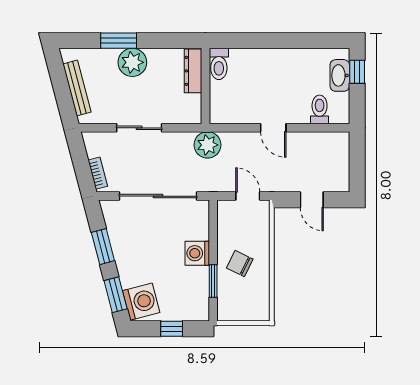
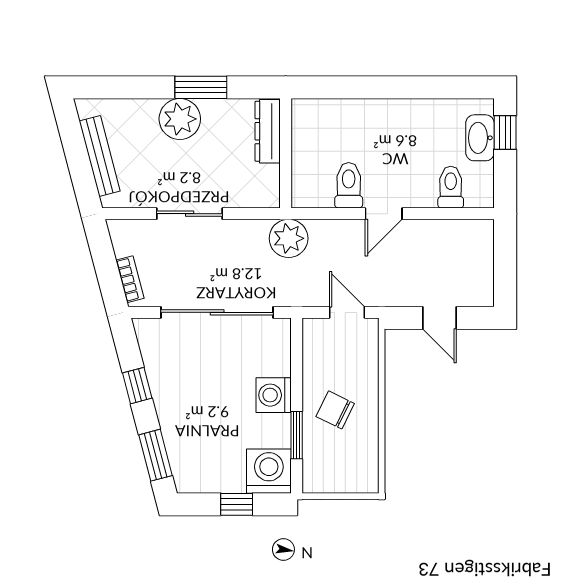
window: (119, 41) -> (201, 87), moved
toilet: (219, 64) -> (349, 185), moved, turned 180
door: (273, 128) -> (384, 214), hinge flipped
window: (103, 247) -> (137, 386), width x0.67
washing machine: (141, 302) -> (269, 471), moved, turned -75

